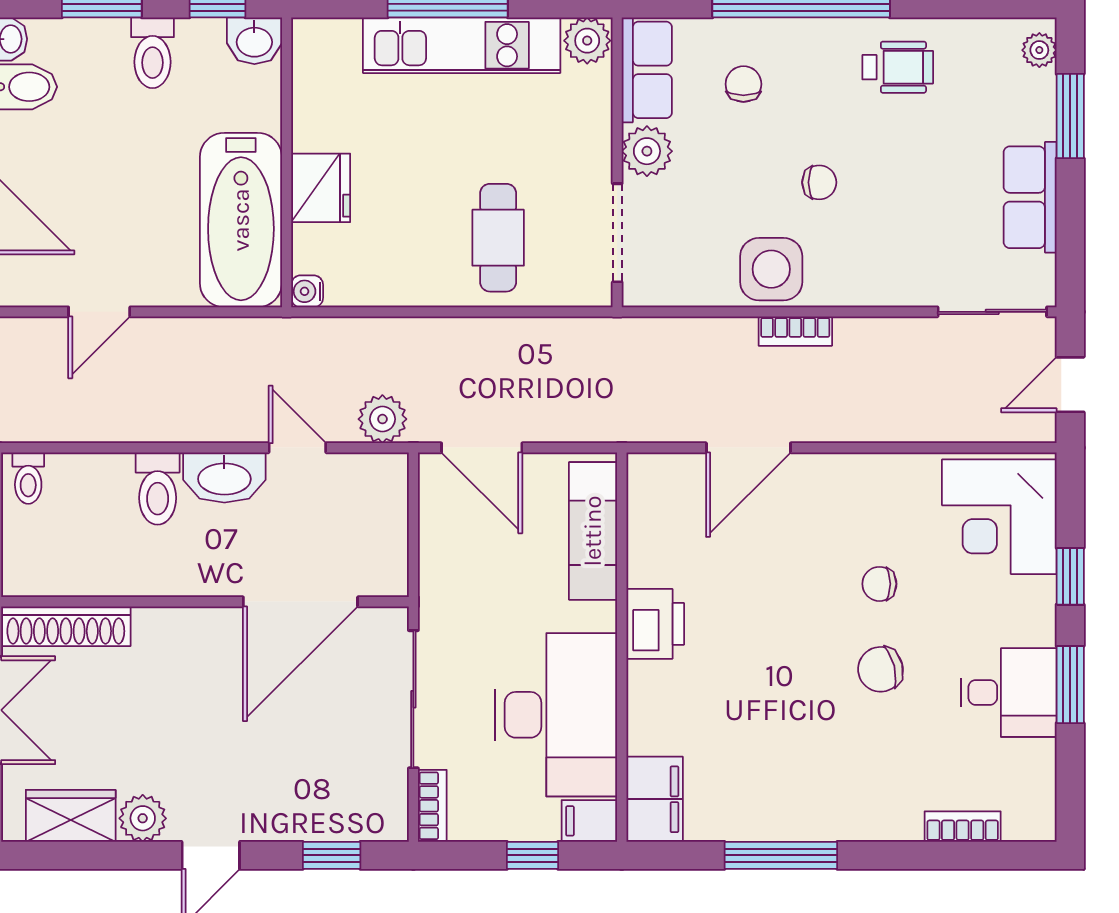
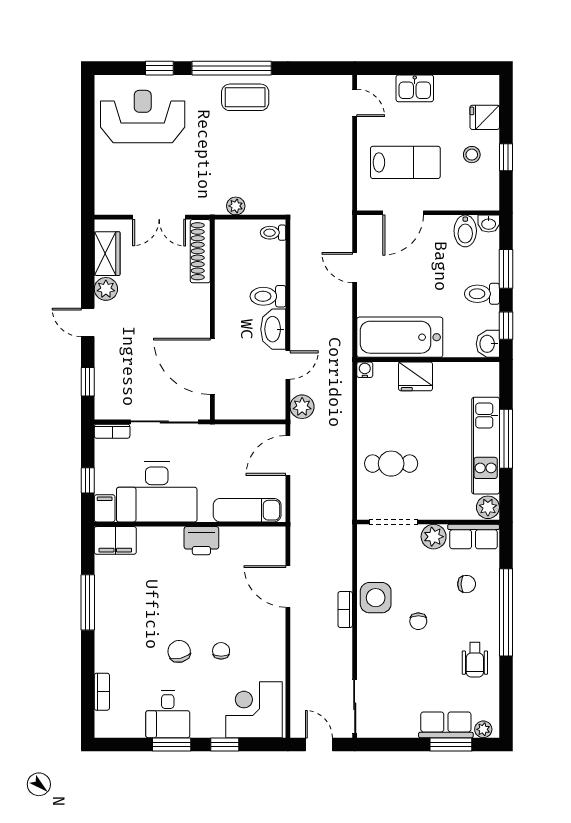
row of seats: (1030, 197) -> (446, 725), moved

